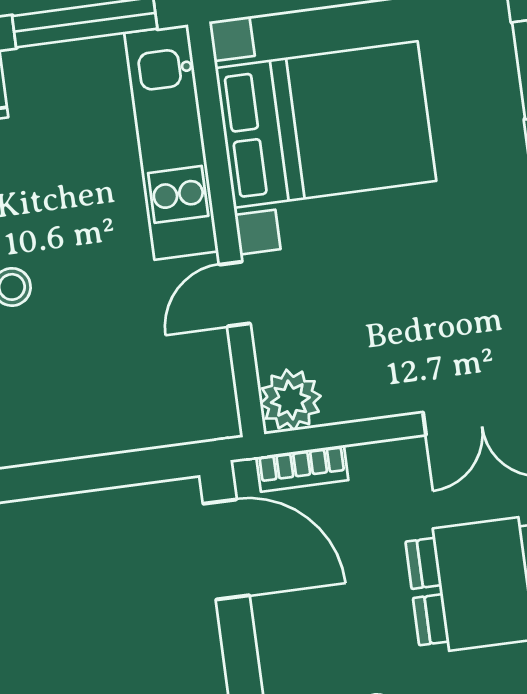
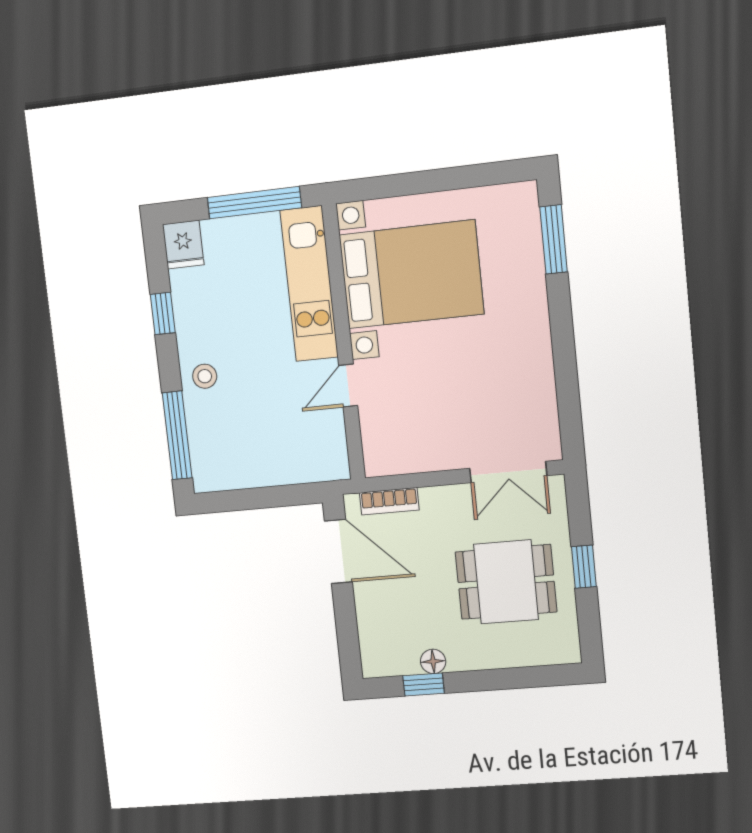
plant: (290, 400) -> (383, 456), removed

